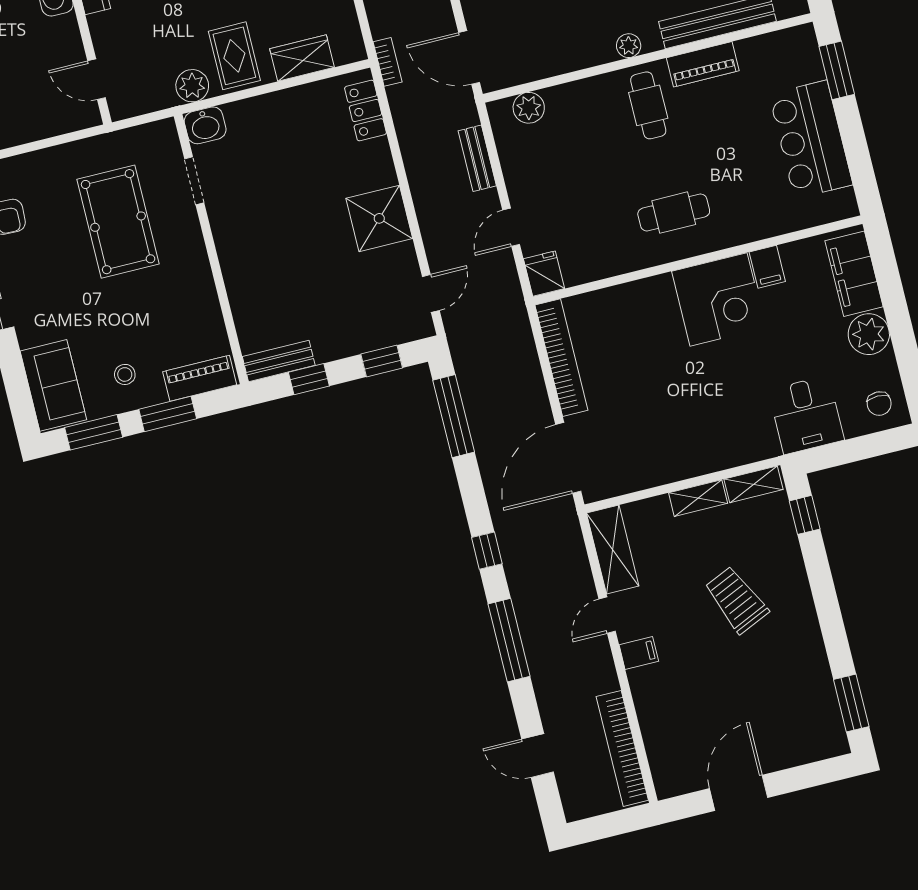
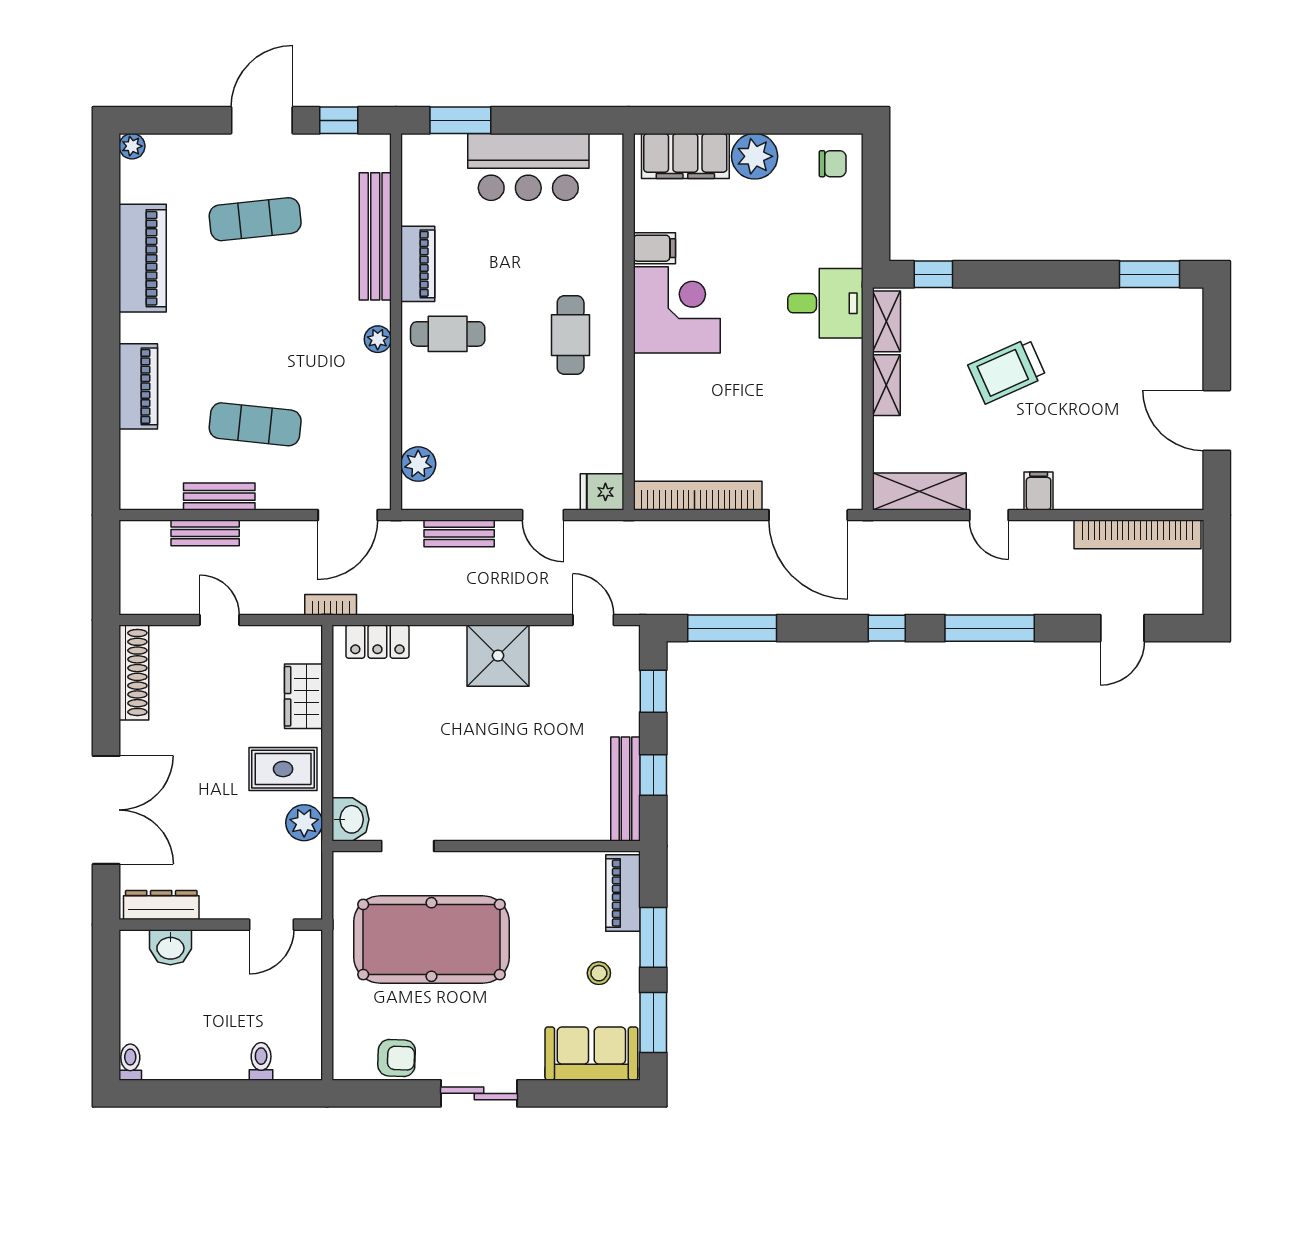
pool table: (118, 222) -> (431, 940), width x1.36, depth x1.32
bench: (279, 361) -> (626, 789), width x1.36
desk: (806, 415) -> (825, 303), moved

